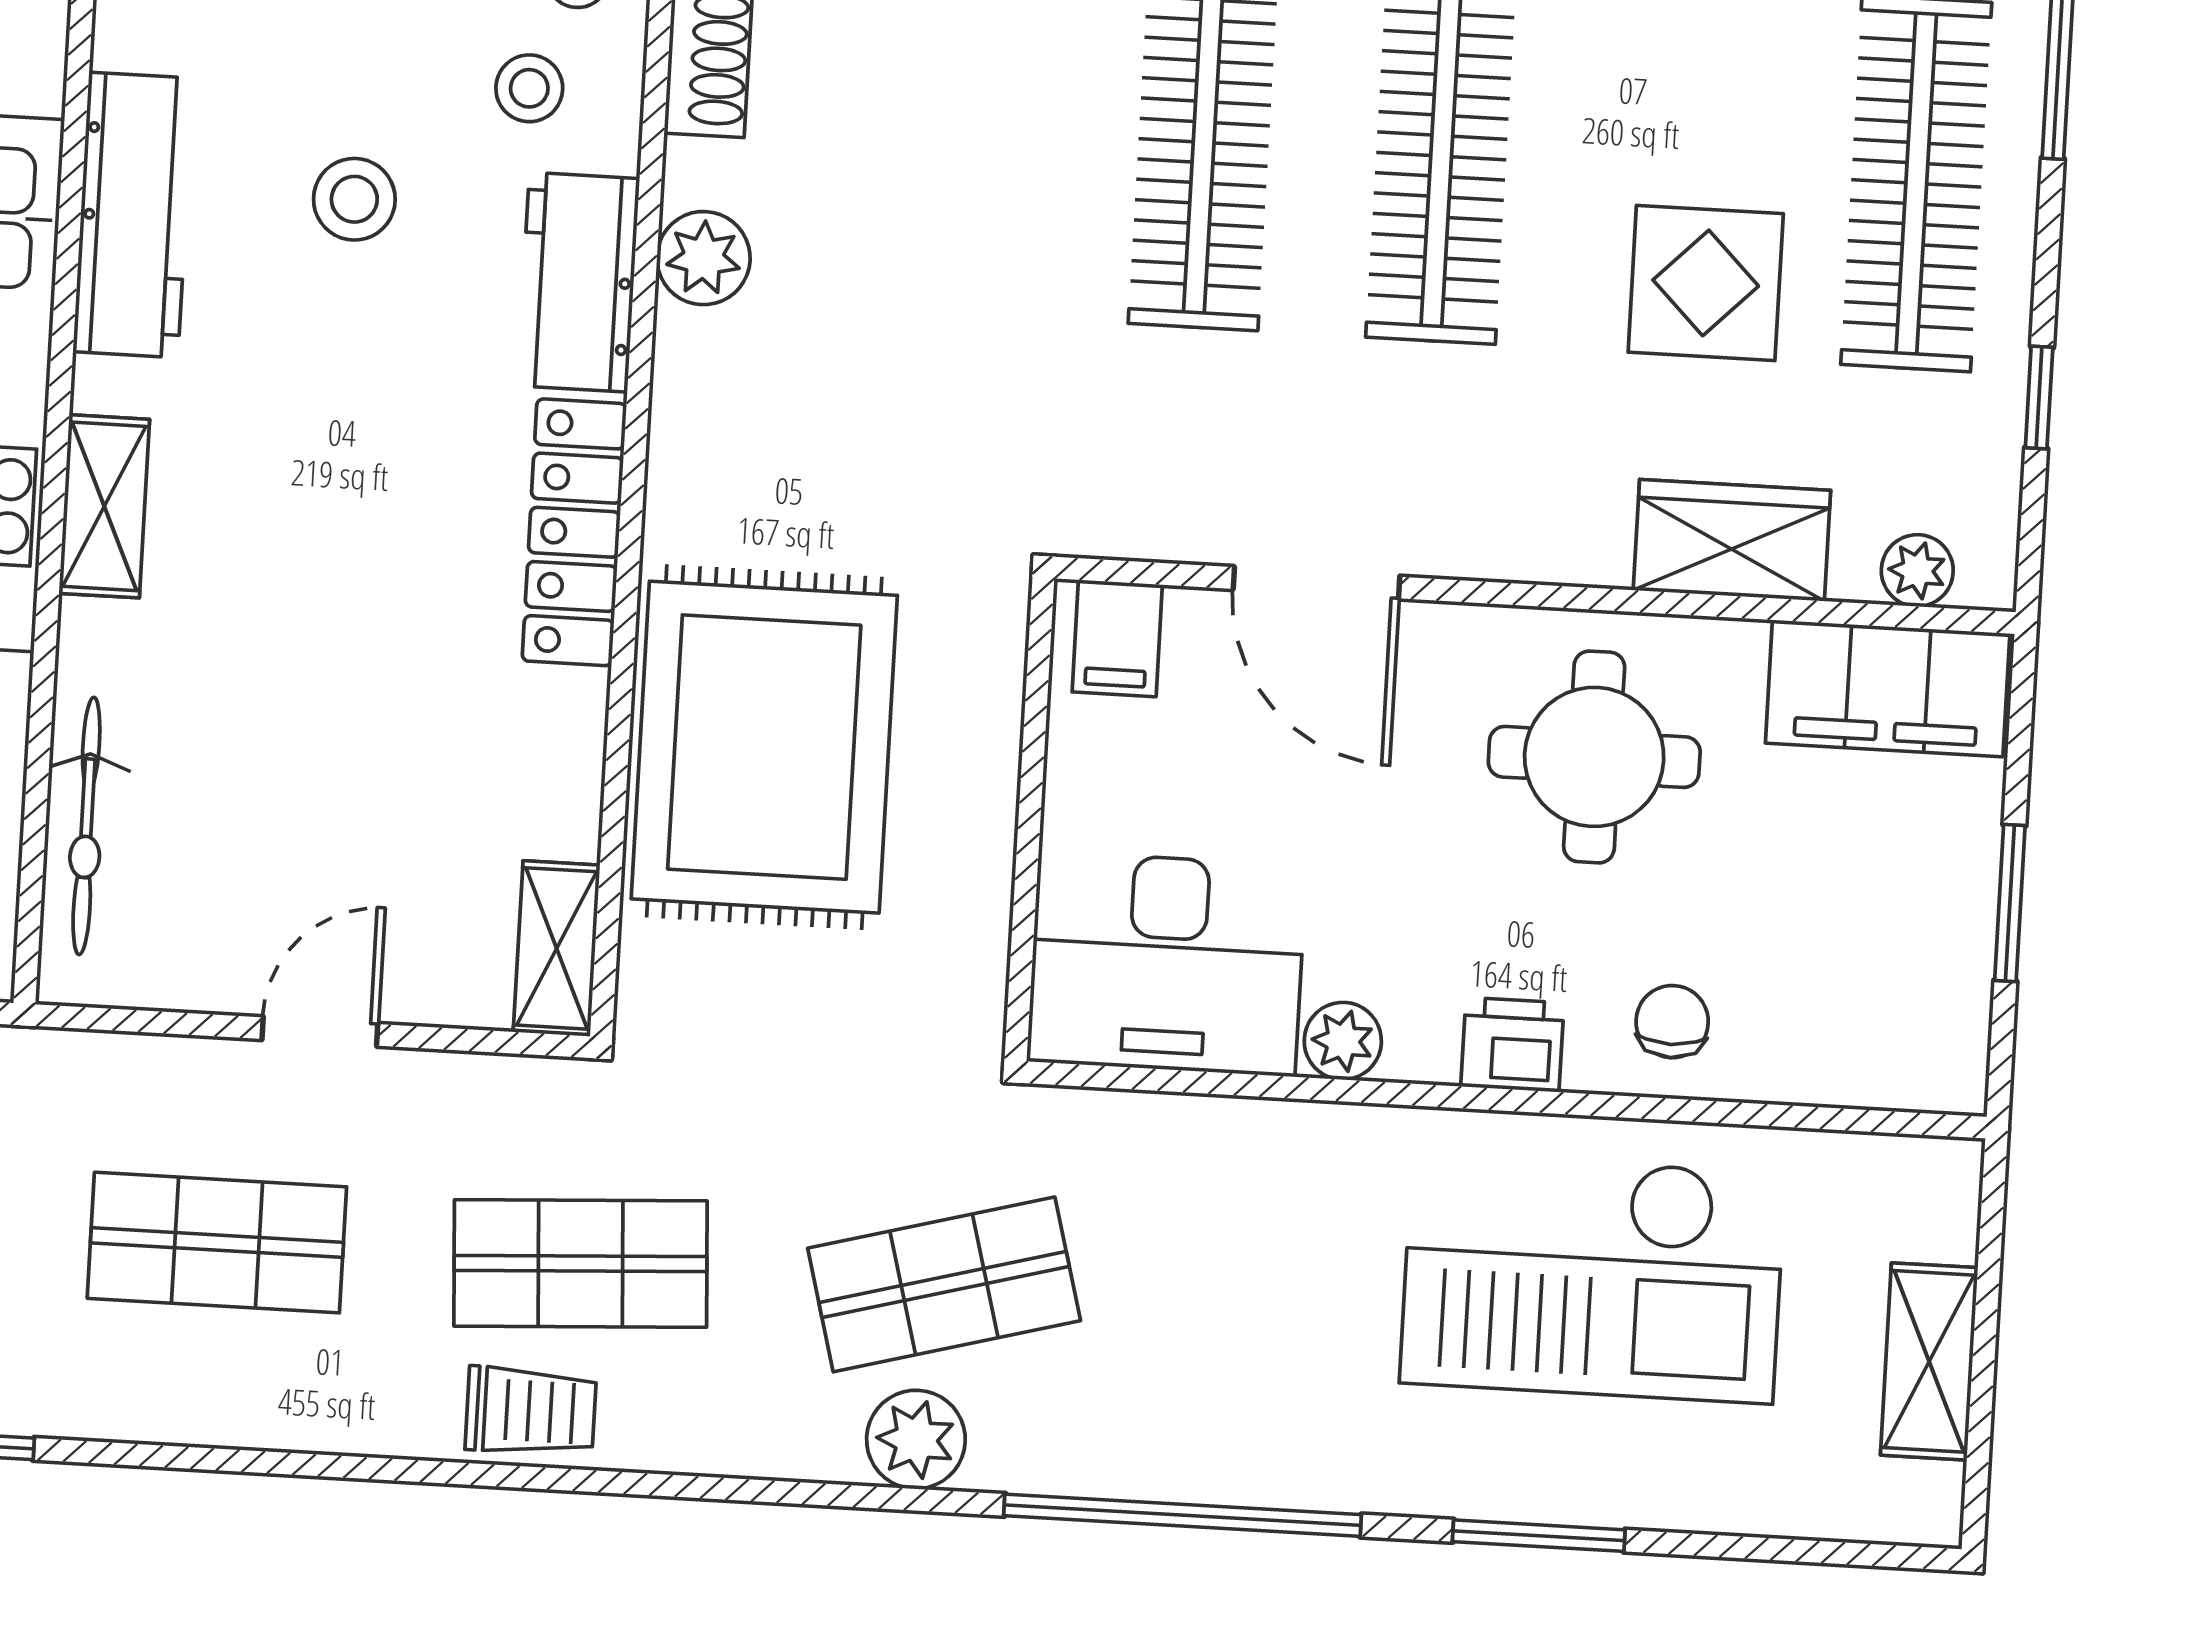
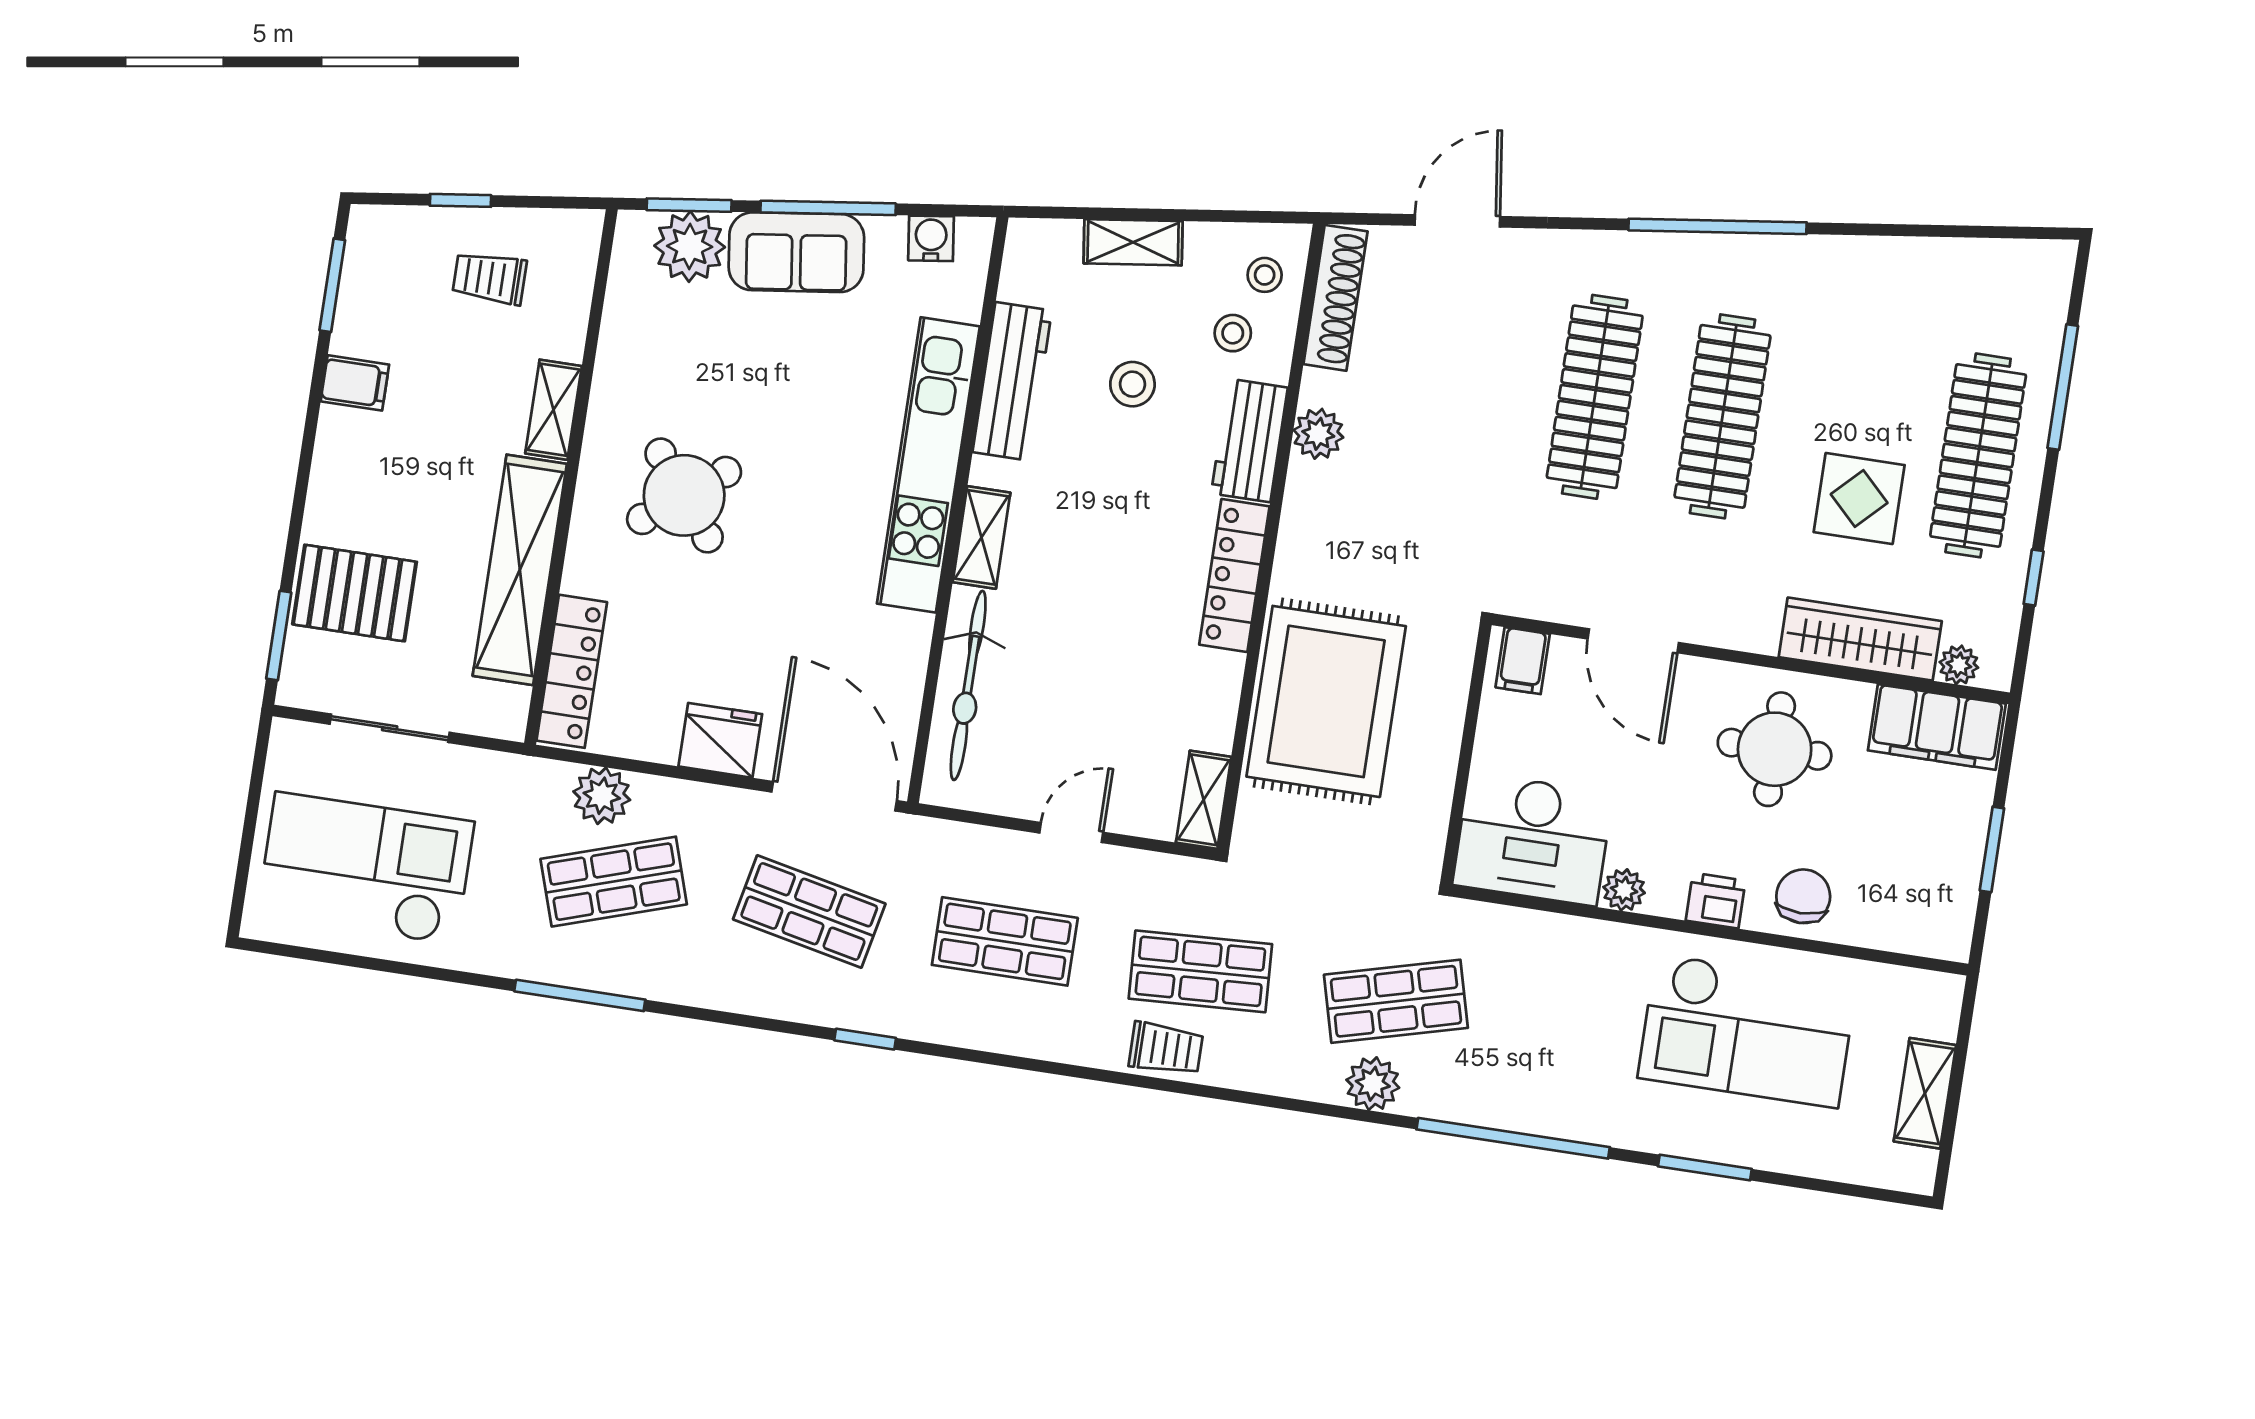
wardrobe: (1732, 540) -> (1860, 639), width x1.50
bicycle: (86, 826) -> (968, 685), width x1.37, depth x1.40
chair: (1672, 1022) -> (1803, 896), width x1.37, depth x1.37

